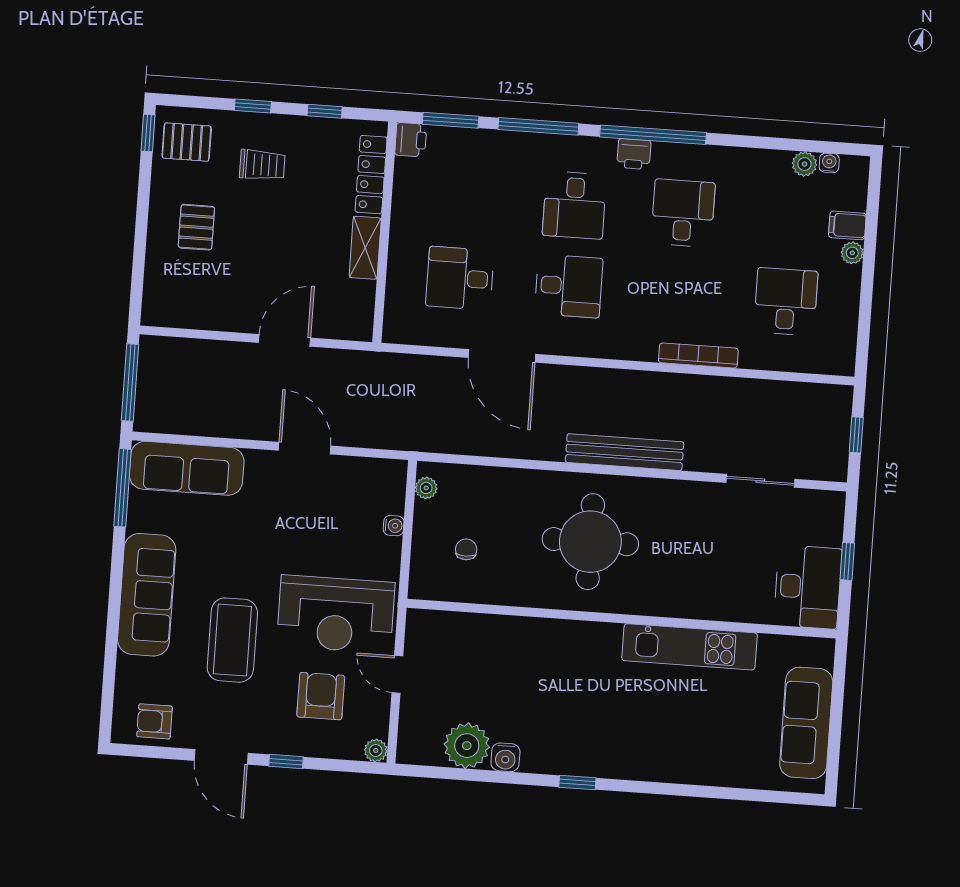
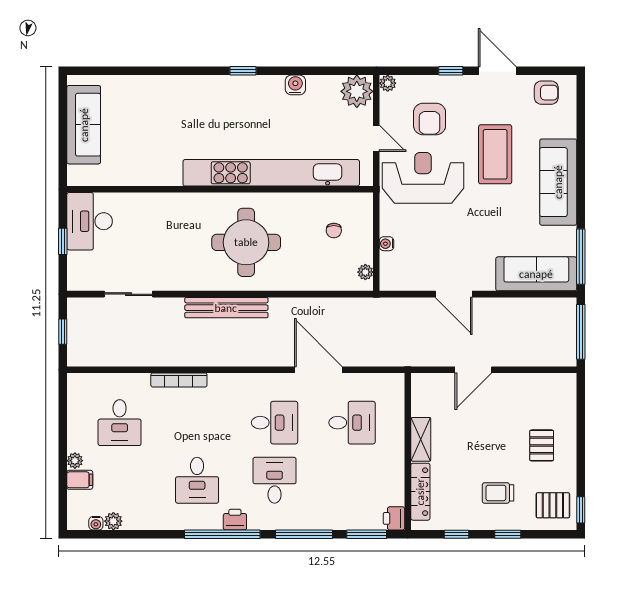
desk: (569, 286) -> (275, 423), turned 180
kitchen unit: (690, 647) -> (271, 173), moved, width x1.86
plant: (467, 746) -> (357, 91), moved

